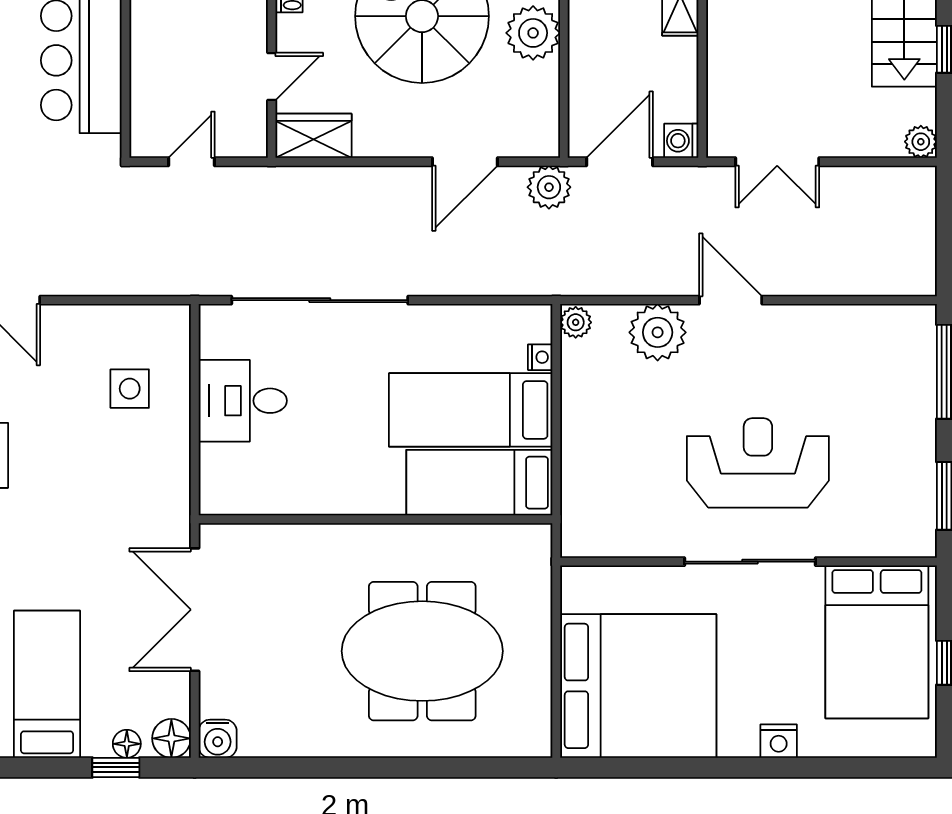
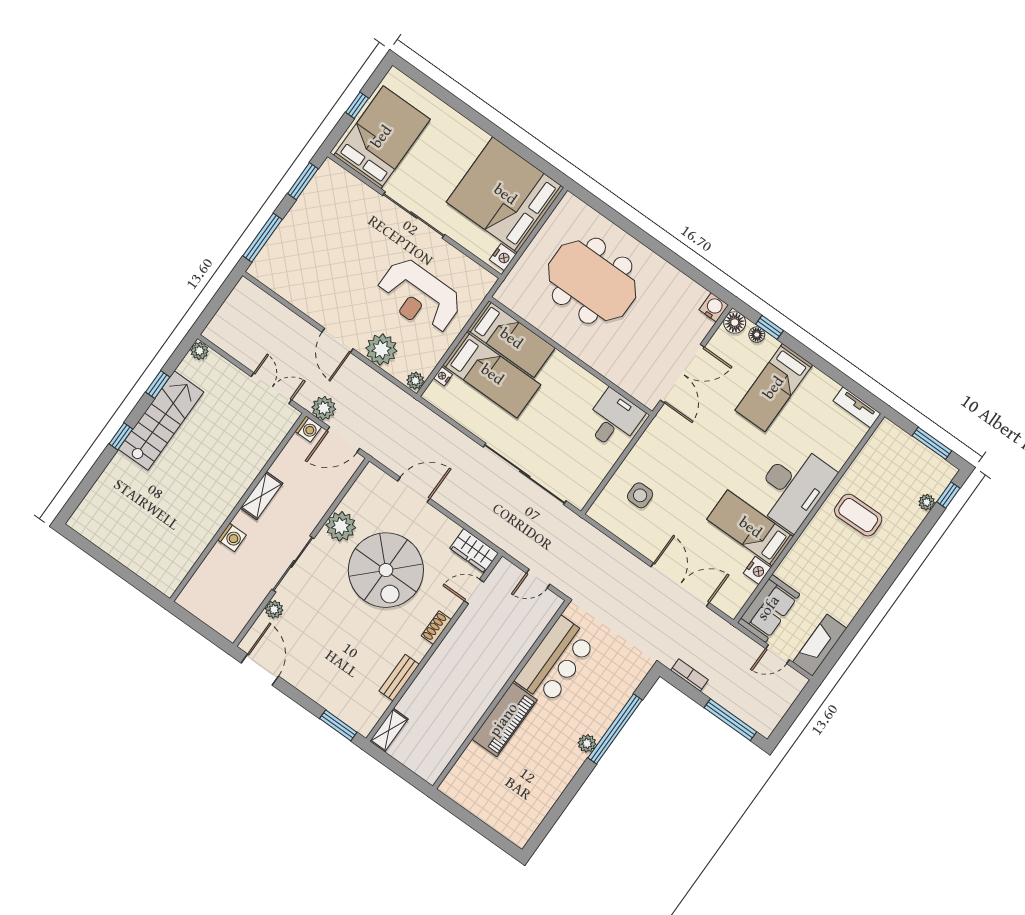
plant: (549, 187) -> (324, 408), moved
desk: (243, 401) -> (614, 420), moved, turned -90
reception desk: (758, 463) -> (419, 296), moved
nightstand: (779, 741) -> (503, 257), moved, turned 90

